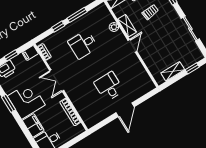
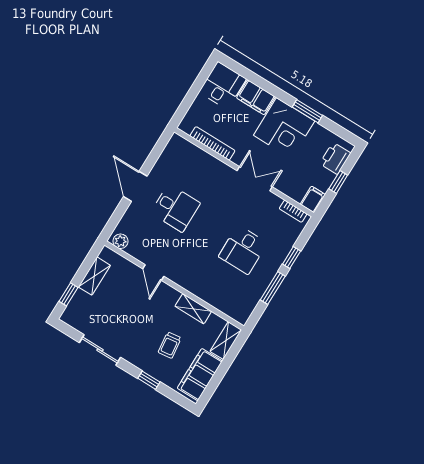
plant: (114, 27) -> (120, 241), moved
desk: (83, 44) -> (243, 250), turned 180
door: (132, 46) -> (153, 273), moved

